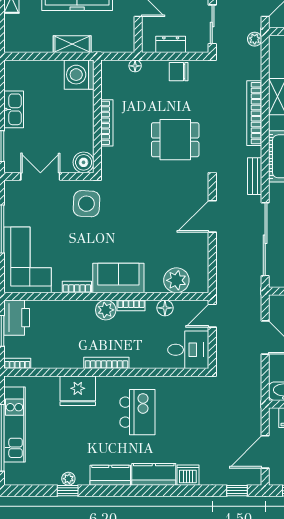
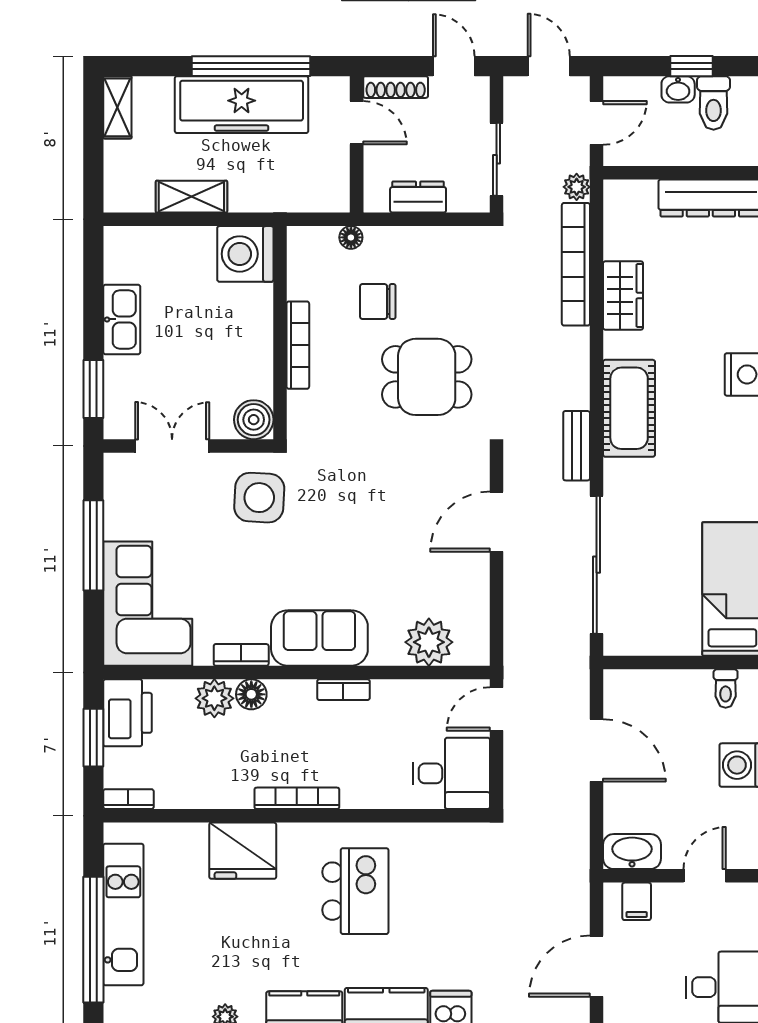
shelving: (72, 44) -> (191, 197), moved
chair: (179, 72) -> (378, 302), moved
bookcase: (254, 113) -> (576, 264), moved
floor lamp: (165, 308) -> (251, 694), moved
plant: (106, 310) -> (214, 698), moved

